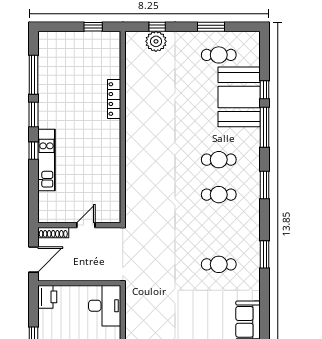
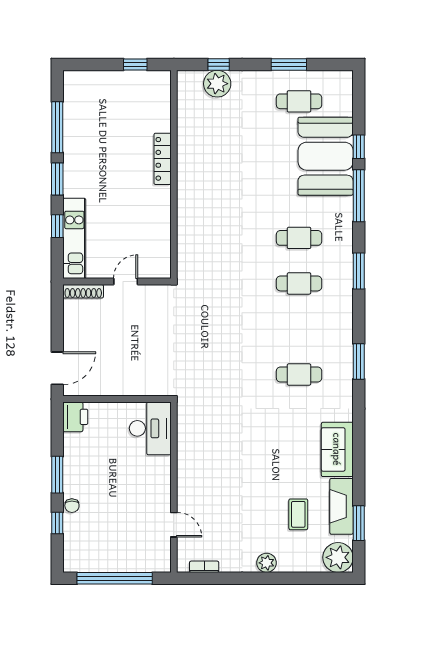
wall: (79, 225) -> (117, 282), moved
door: (86, 225) -> (126, 282), moved
shoe rack: (53, 233) -> (83, 291), moved

